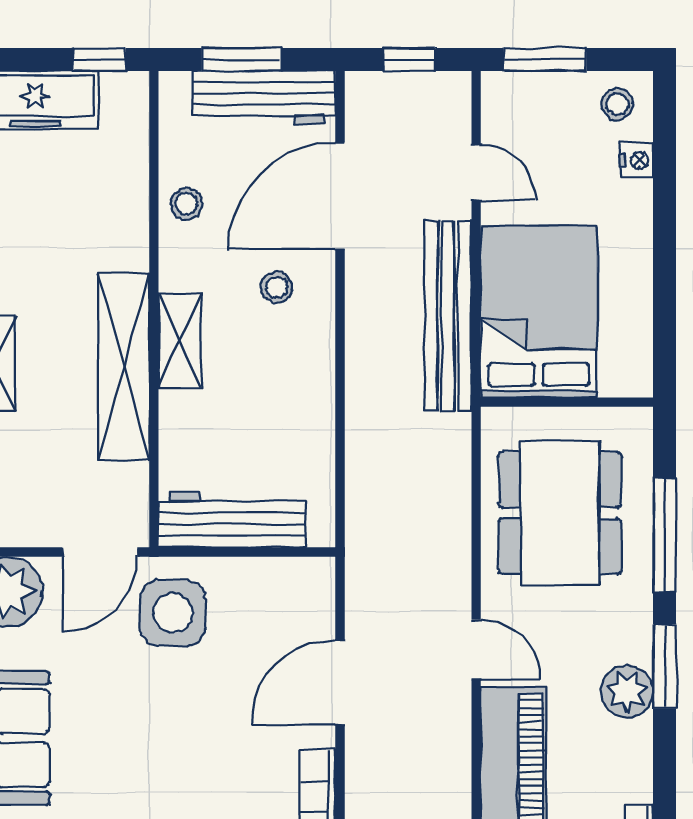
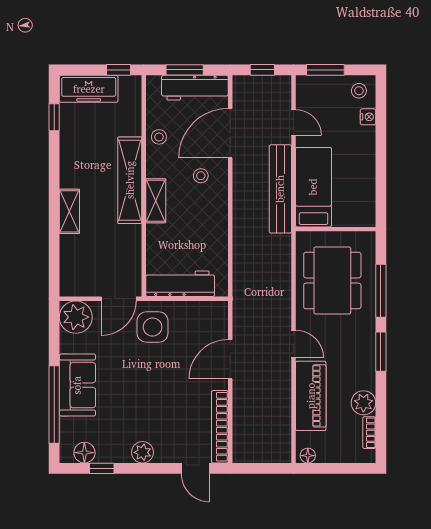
bed: (539, 312) -> (313, 187), width x0.67
shelving: (124, 367) -> (130, 180), moved
plant: (627, 692) -> (363, 403), moved

